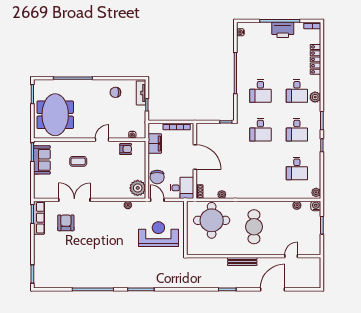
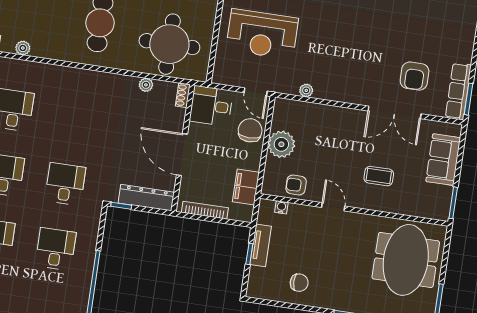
tv unit: (141, 93) -> (261, 245), moved
dresser: (212, 129) -> (146, 198), added
door: (102, 140) -> (333, 207), swing flipped
sofa: (42, 160) -> (443, 160), moved
plant: (138, 188) -> (281, 144), moved

